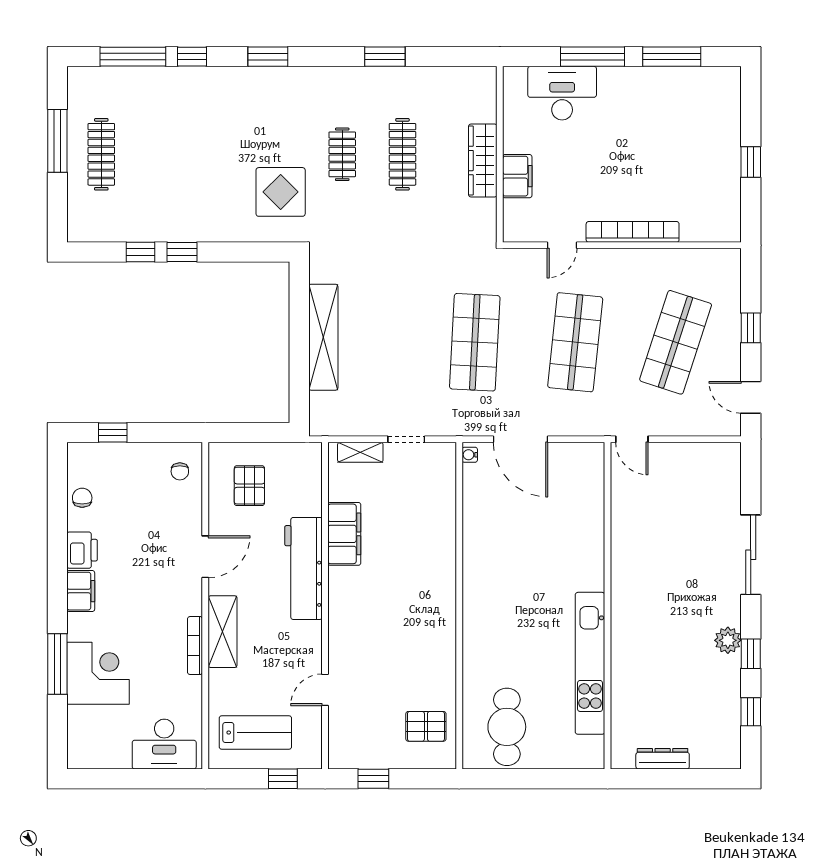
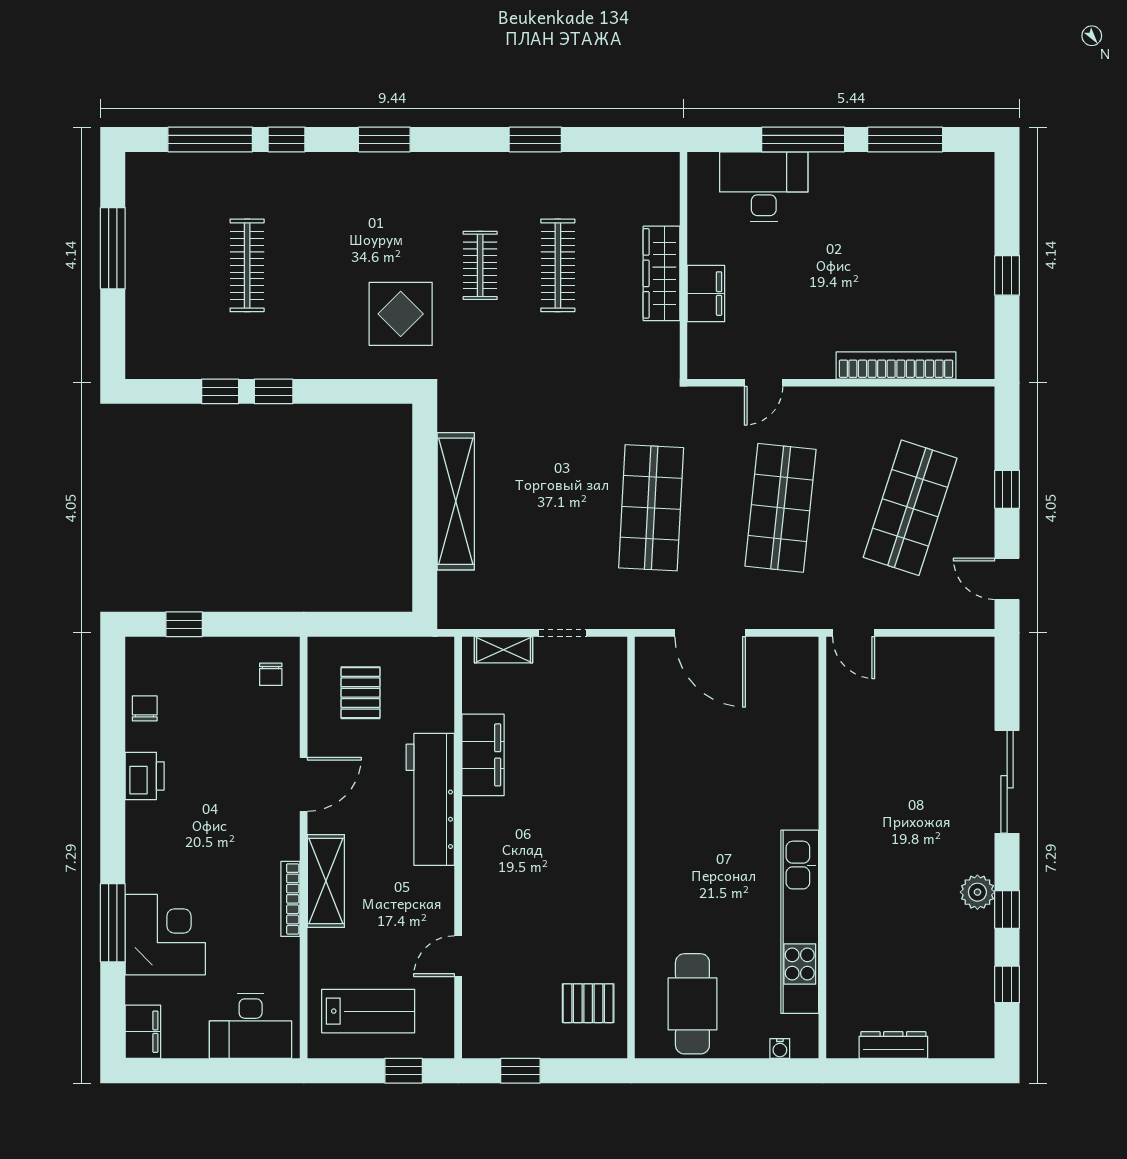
clothes rail: (101, 154) -> (247, 265), moved
bookcase: (633, 232) -> (896, 365), moved
water cooler: (470, 455) -> (780, 1048), moved, turned -90
filing cabinet: (81, 591) -> (143, 1032), moved

